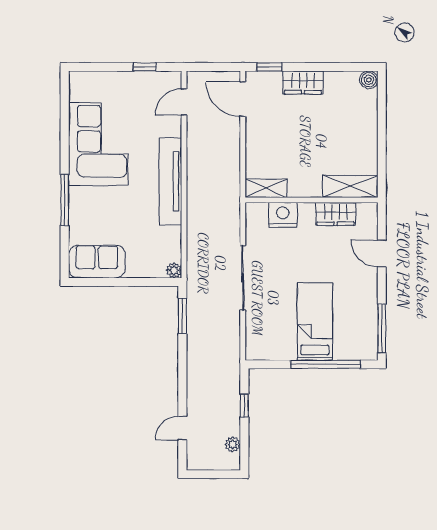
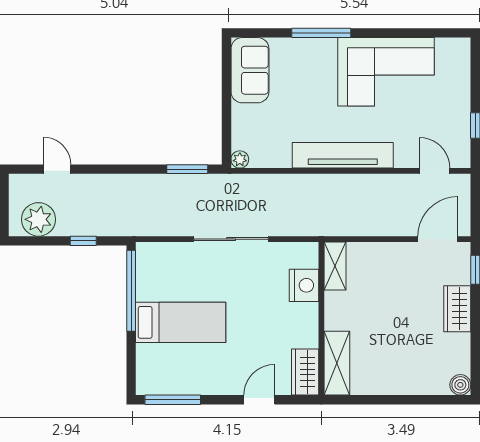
wardrobe: (336, 214) -> (305, 372), moved
window: (326, 364) -> (131, 291), moved
plant: (233, 444) -> (38, 219), width x1.88, depth x1.88

